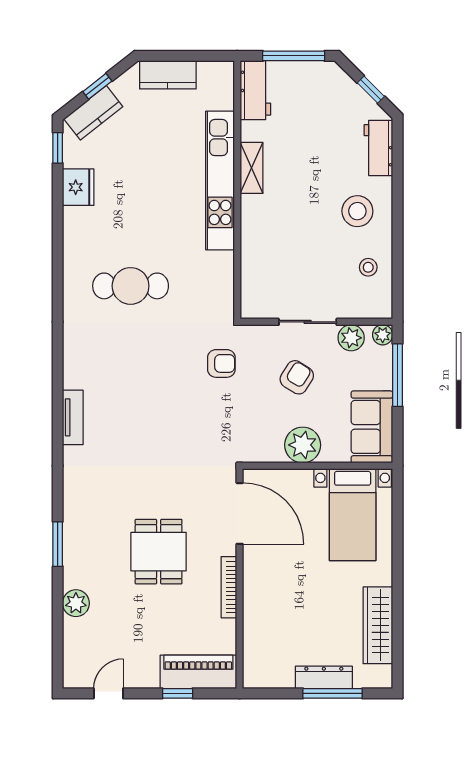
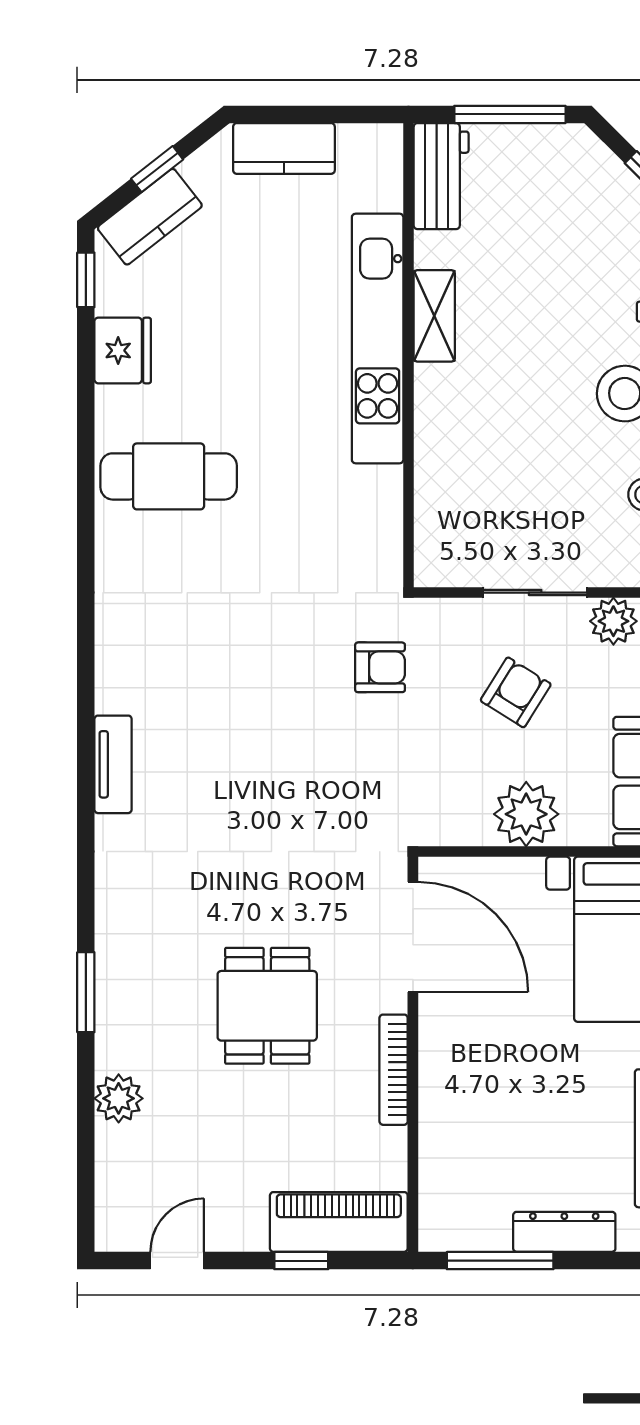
cafe table: (131, 286) -> (169, 476), moved
window: (333, 693) -> (500, 1261), moved

